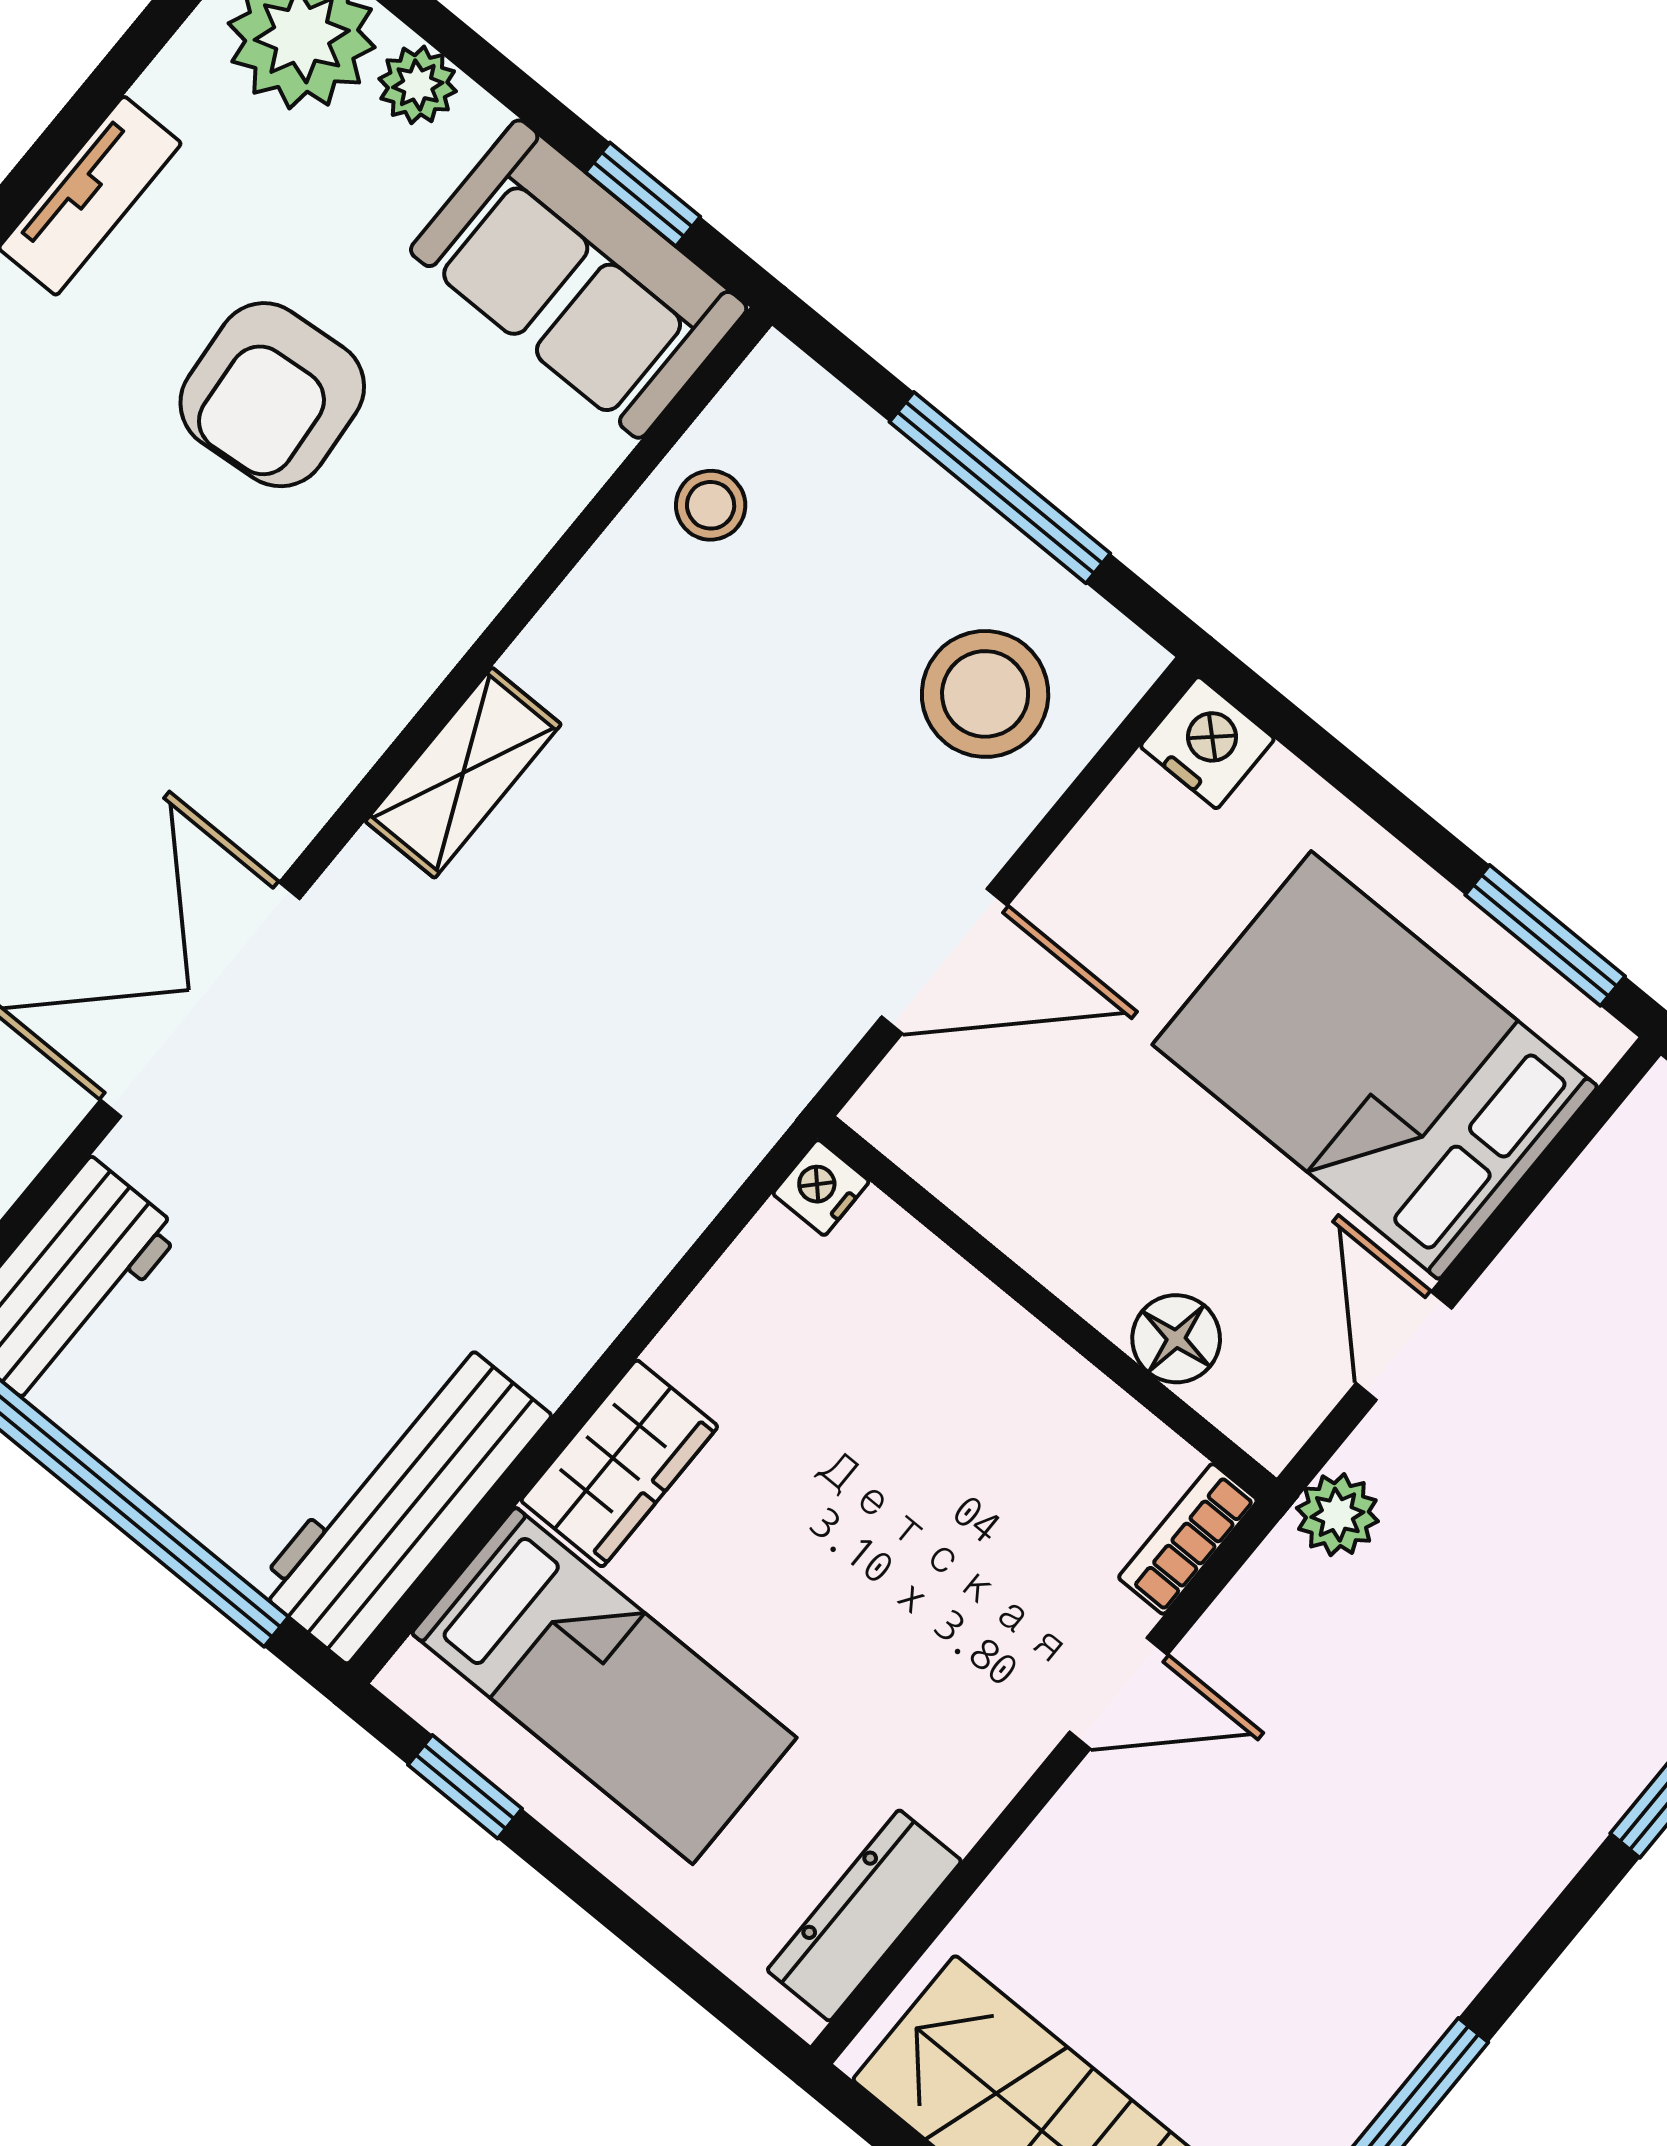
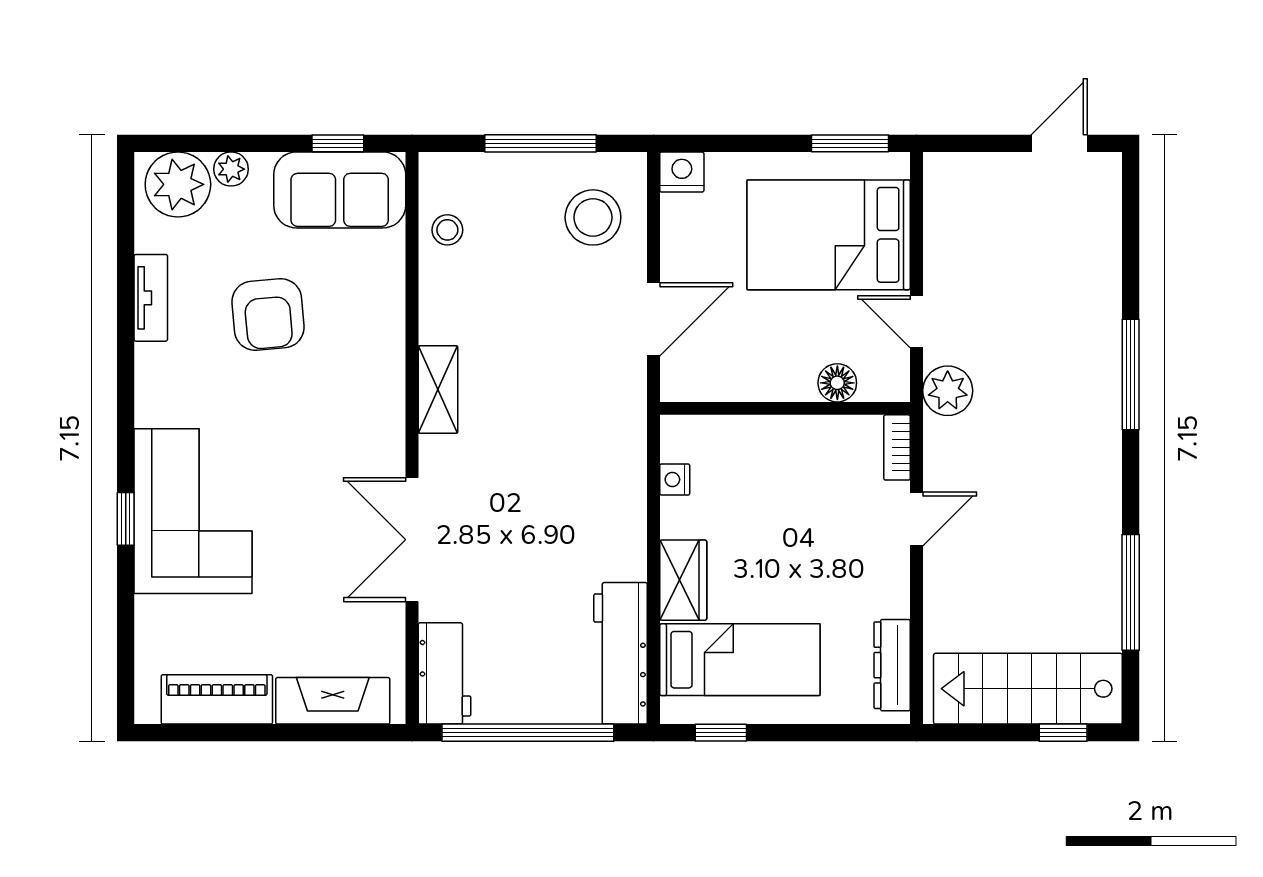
nightstand: (821, 1187) -> (675, 479), moved
plant: (1337, 1515) -> (948, 391), width x1.38, depth x1.38

